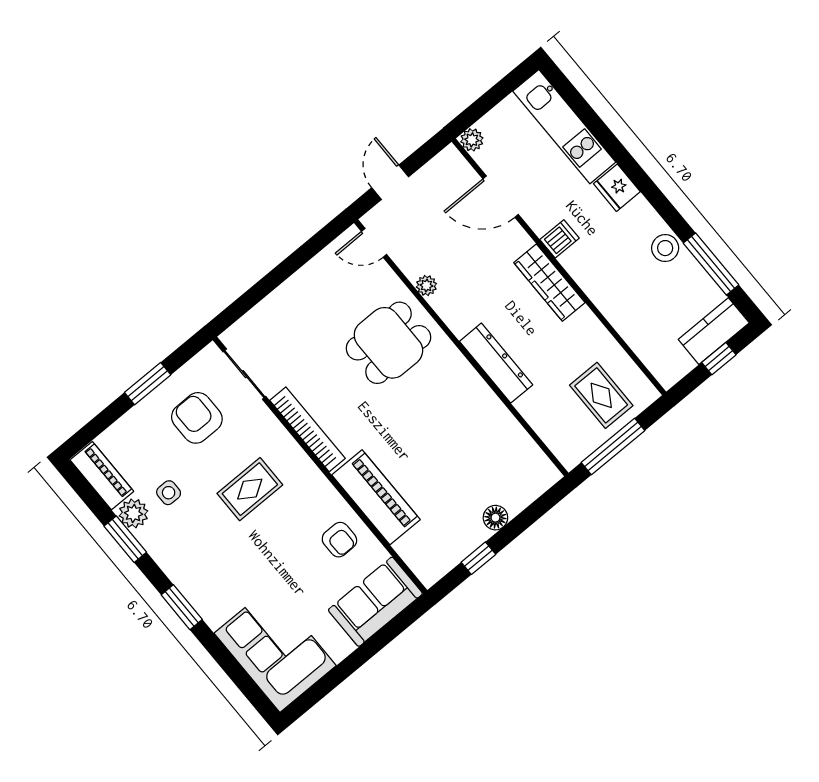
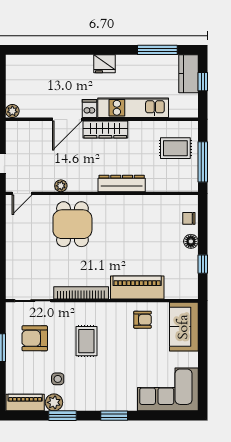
kitchen unit: (564, 127) -> (133, 108), moved, turned 180
fridge: (617, 188) -> (104, 64), moved
door: (501, 197) -> (67, 119), moved
stool: (665, 248) -> (133, 65), removed
chair: (524, 490) -> (189, 218), added

